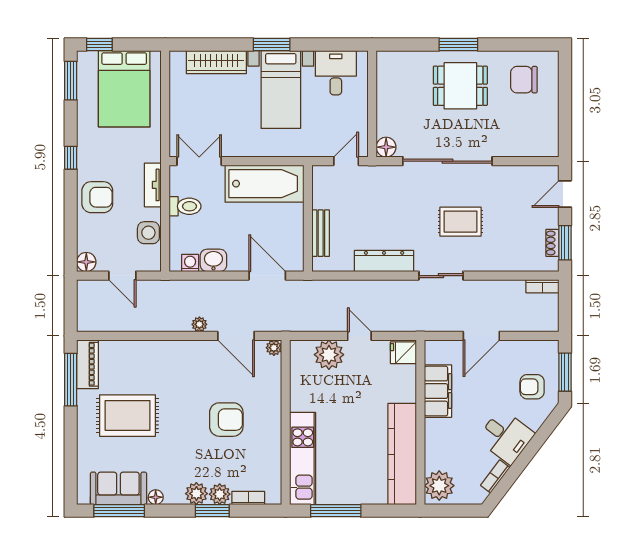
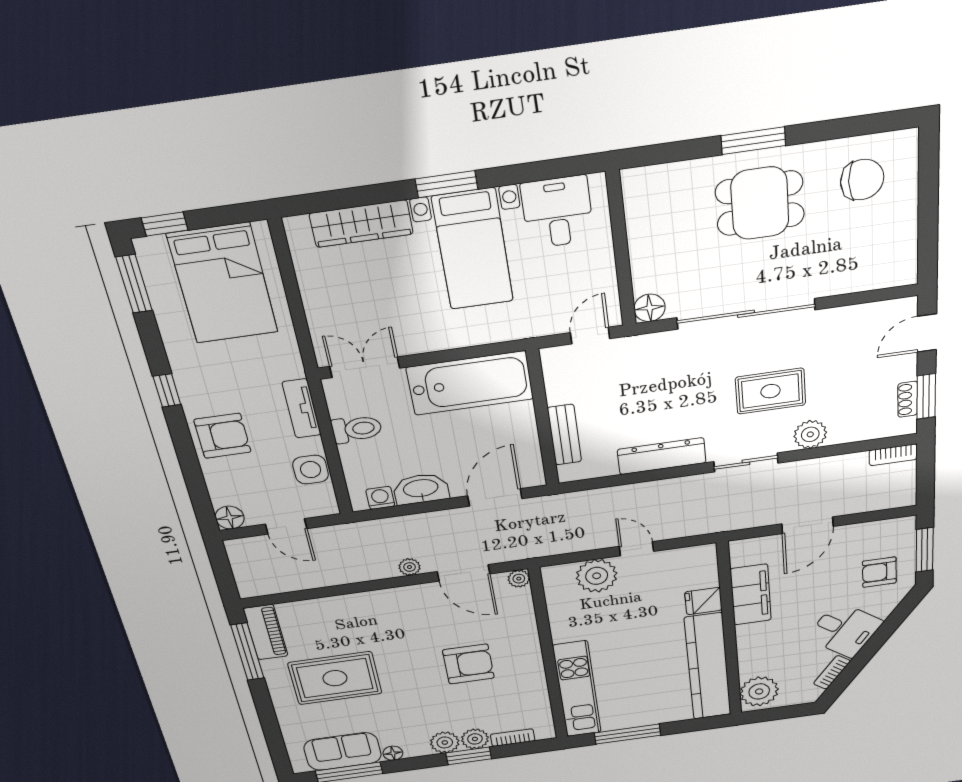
chair: (524, 80) -> (862, 180), turned 180
washbasin: (213, 260) -> (421, 489), width x1.38
plant: (486, 260) -> (810, 434), added
door: (267, 276) -> (495, 497), hinge flipped
fridge: (403, 353) -> (703, 601), moved

